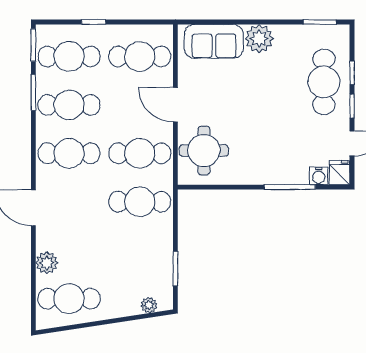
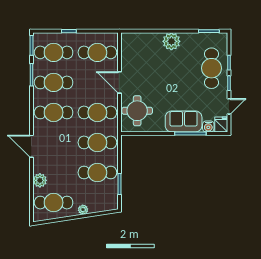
sofa: (214, 41) -> (184, 121), moved, turned 180
cafe table: (140, 250) -> (97, 173), added
plant: (149, 305) -> (83, 210), moved

